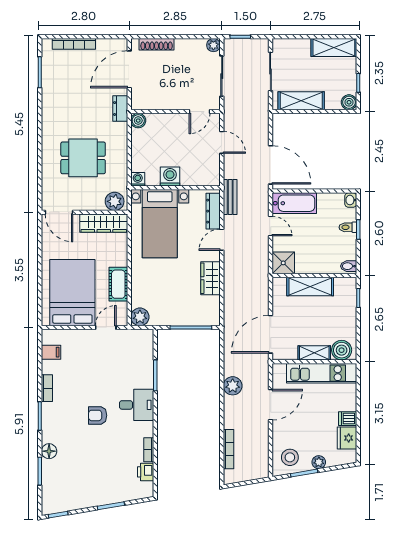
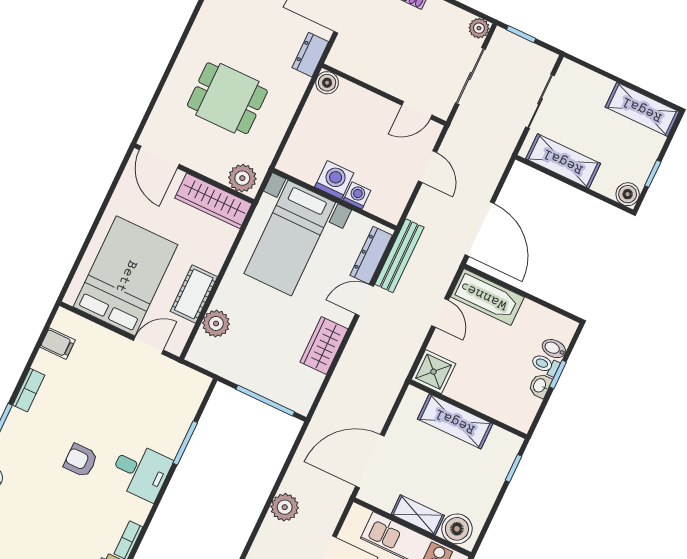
washing machine: (138, 179) -> (357, 195), moved
bench: (230, 197) -> (399, 256), width x1.36
washbasin: (351, 200) -> (540, 386), moved
bidet: (349, 266) -> (554, 349), moved
plant: (140, 317) -> (216, 323), moved

